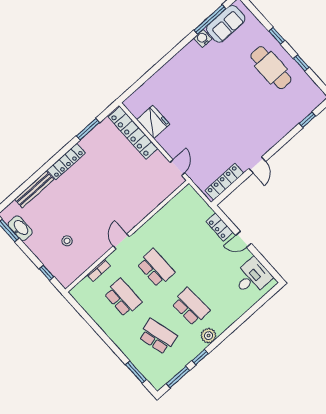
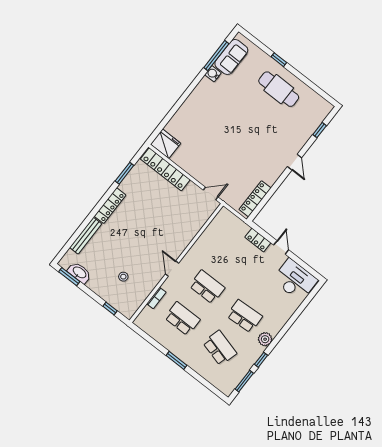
window: (301, 63) -> (305, 80), removed
fridge: (153, 122) -> (166, 144), moved
door: (257, 165) -> (295, 162), moved
door: (177, 168) -> (211, 193), hinge flipped
door: (243, 239) -> (281, 247), swing flipped
desk: (252, 277) -> (295, 280), width x1.37
school desk: (158, 336) -> (220, 348), turned 30
window: (136, 372) -> (176, 360), moved

